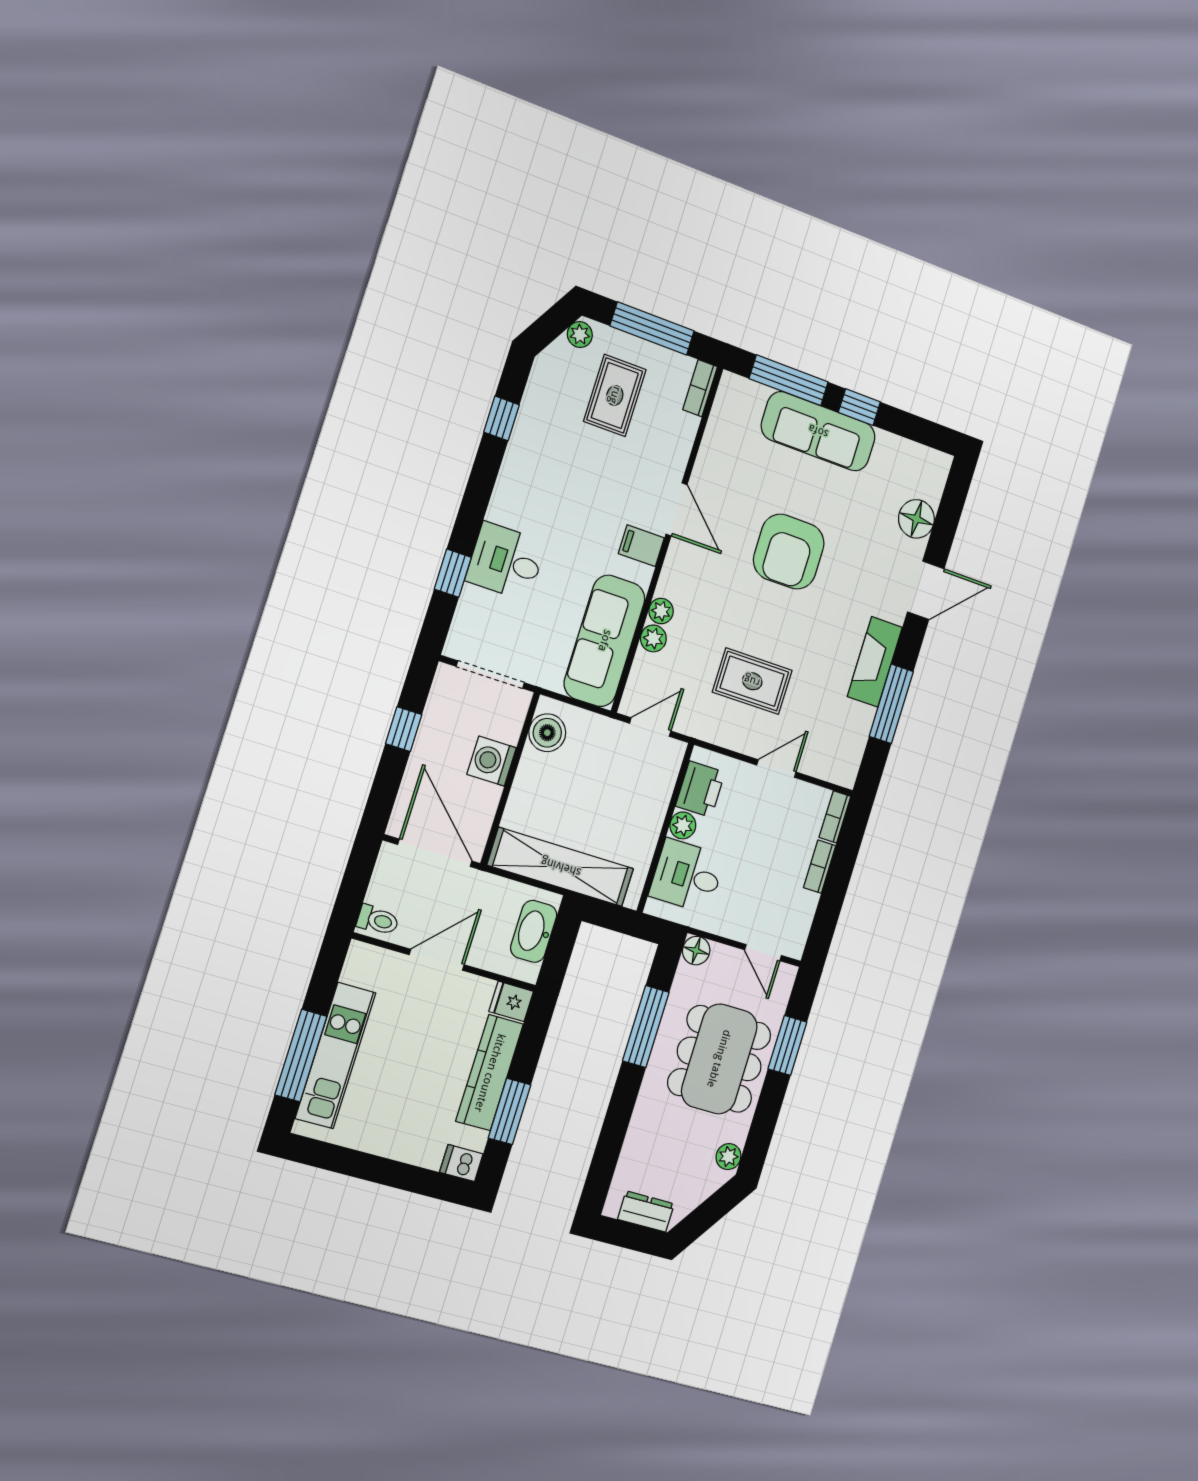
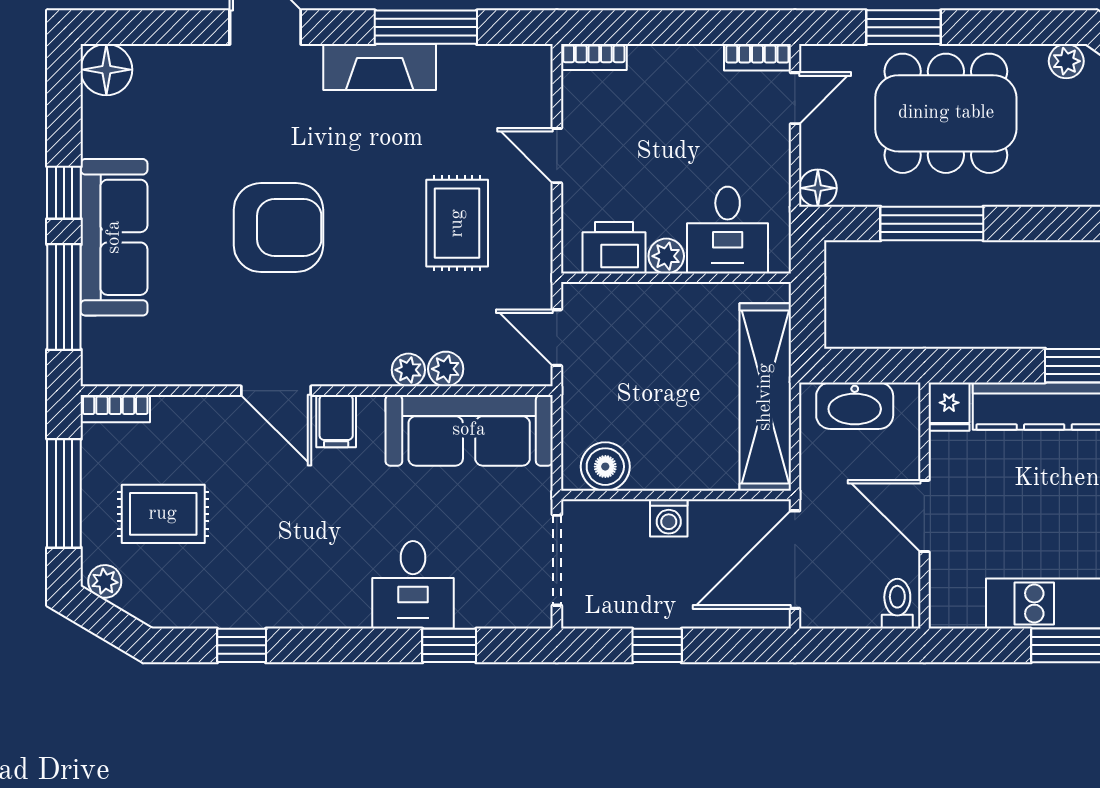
door: (676, 509) -> (276, 391), swing flipped
floor lamp: (916, 519) -> (106, 70), moved
washing machine: (492, 761) -> (669, 518), width x0.73, depth x0.73
bookcase: (820, 867) -> (757, 57), moved

